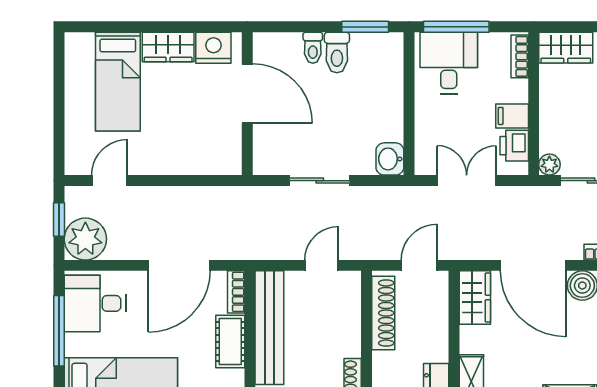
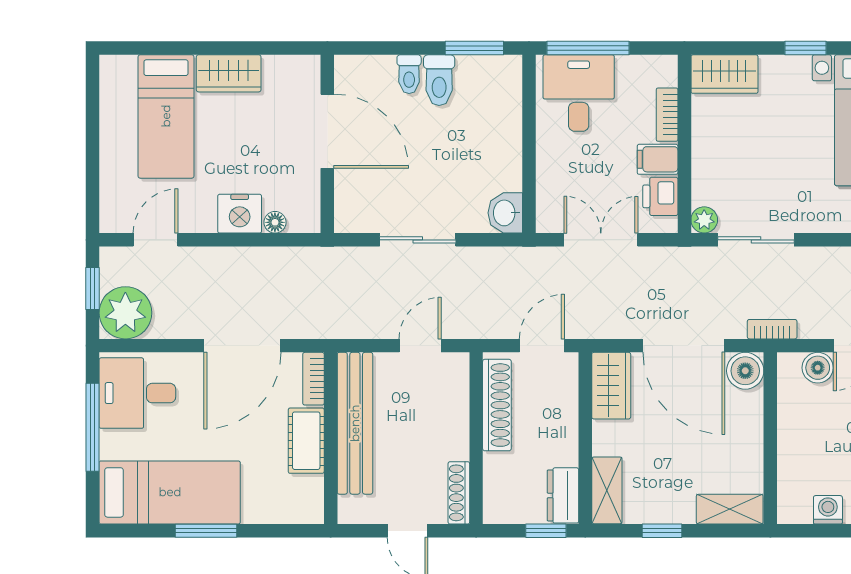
nightstand: (213, 48) -> (240, 214), moved, turned 180
bookcase: (520, 56) -> (667, 115), moved
floor lamp: (205, 166) -> (275, 222), added

